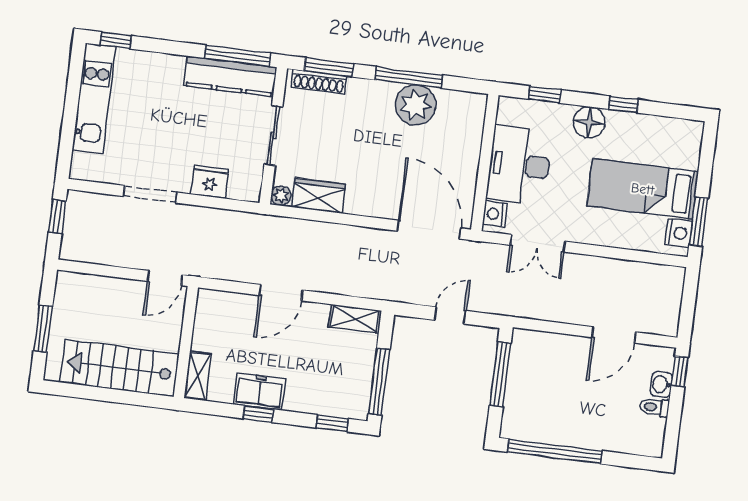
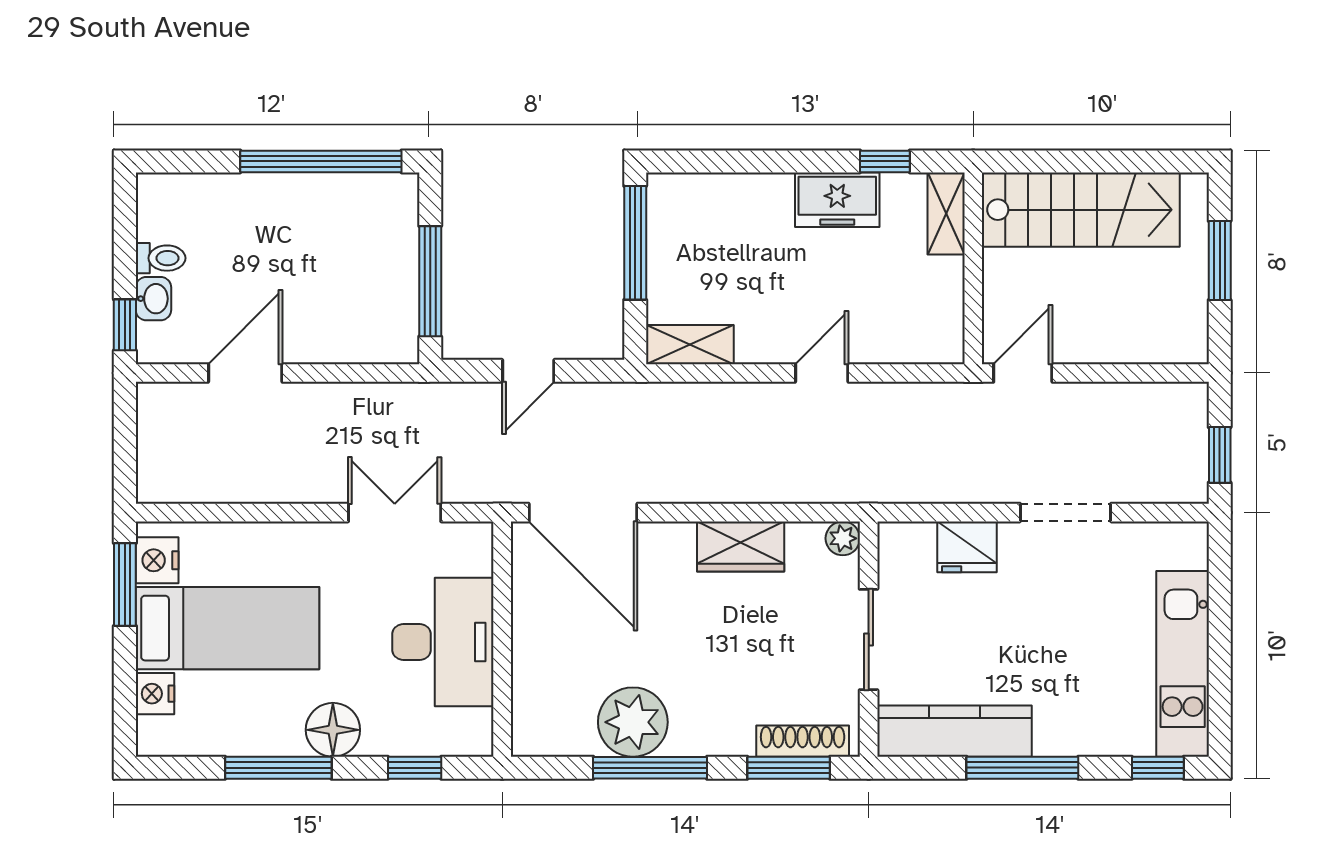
window: (238, 56) -> (1022, 768), moved
window: (623, 104) -> (278, 768), width x2.17
wardrobe: (318, 196) -> (741, 547), moved
nightstand: (495, 214) -> (155, 694), moved, turned 180
door: (281, 293) -> (822, 373), width x0.73
window: (258, 414) -> (885, 161), moved
window: (332, 423) -> (706, 161), removed

